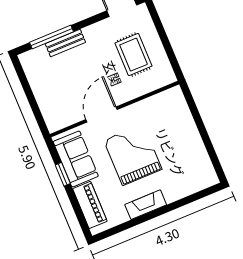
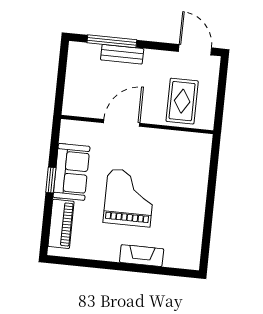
wall: (115, 109) -> (137, 125), moved
door: (102, 115) -> (122, 123), moved
fireplace: (146, 205) -> (142, 256), moved

